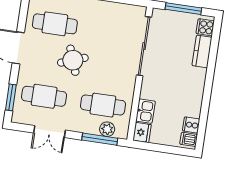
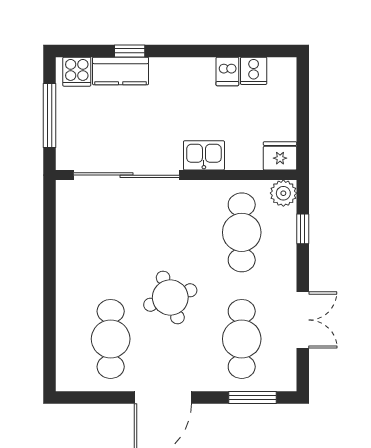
window: (212, 58) -> (130, 51), added
kitchen sink: (145, 111) -> (204, 155), moved
plant: (107, 129) -> (283, 193), moved
window: (100, 139) -> (303, 229), width x0.46
dishwasher: (189, 139) -> (227, 71), moved

